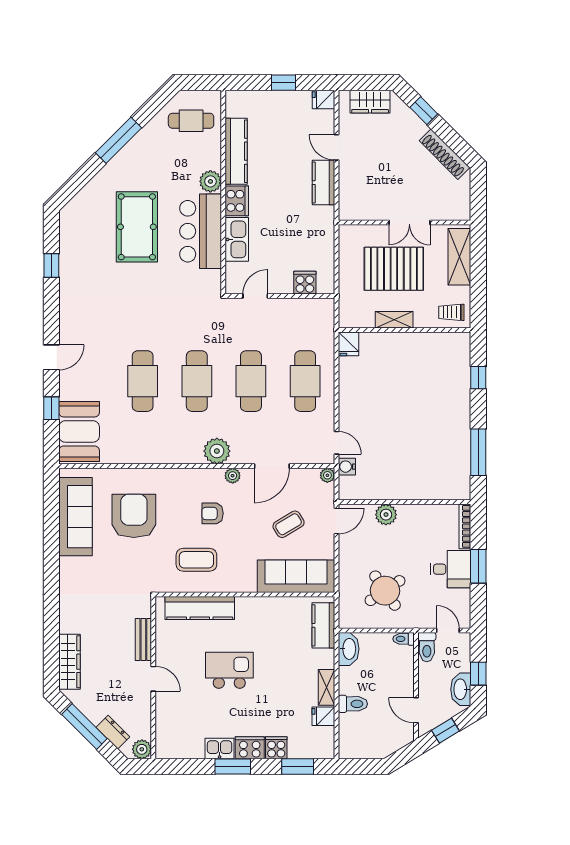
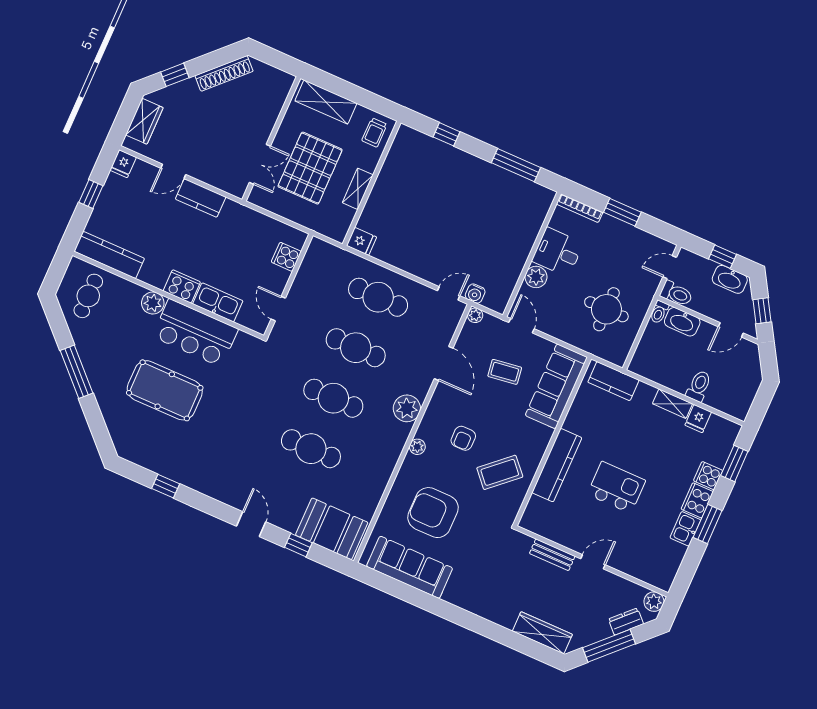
kitchen counter: (236, 151) -> (109, 255), moved
double door: (409, 222) -> (260, 164), moved
plant: (233, 476) -> (417, 447), moved
coffee table: (289, 524) -> (505, 372), turned -67
coffee table: (196, 560) -> (500, 472), turned 48
desk: (451, 569) -> (558, 252), moved, turned -90
round table: (385, 591) -> (606, 309), turned 34
kitchen counter: (200, 608) -> (557, 465), moved
washbasin: (349, 649) -> (682, 322), moved, turned 180
kitchen island: (229, 670) -> (616, 487), turned 90

